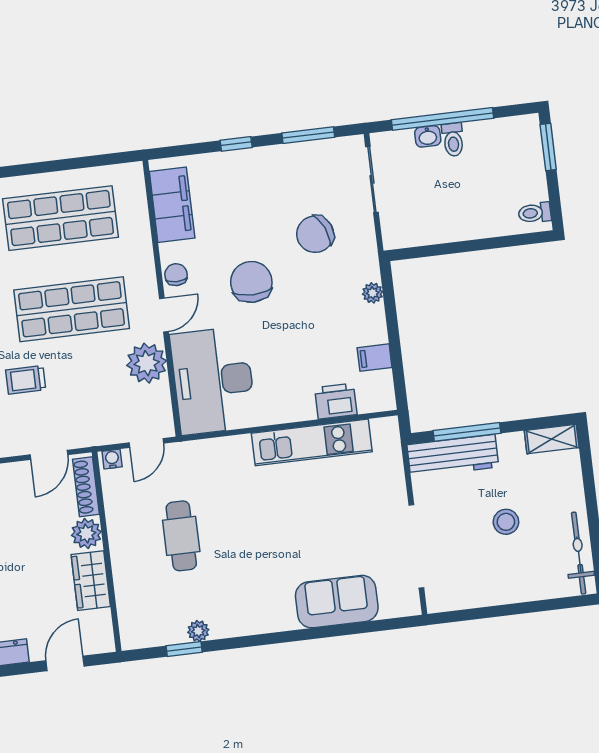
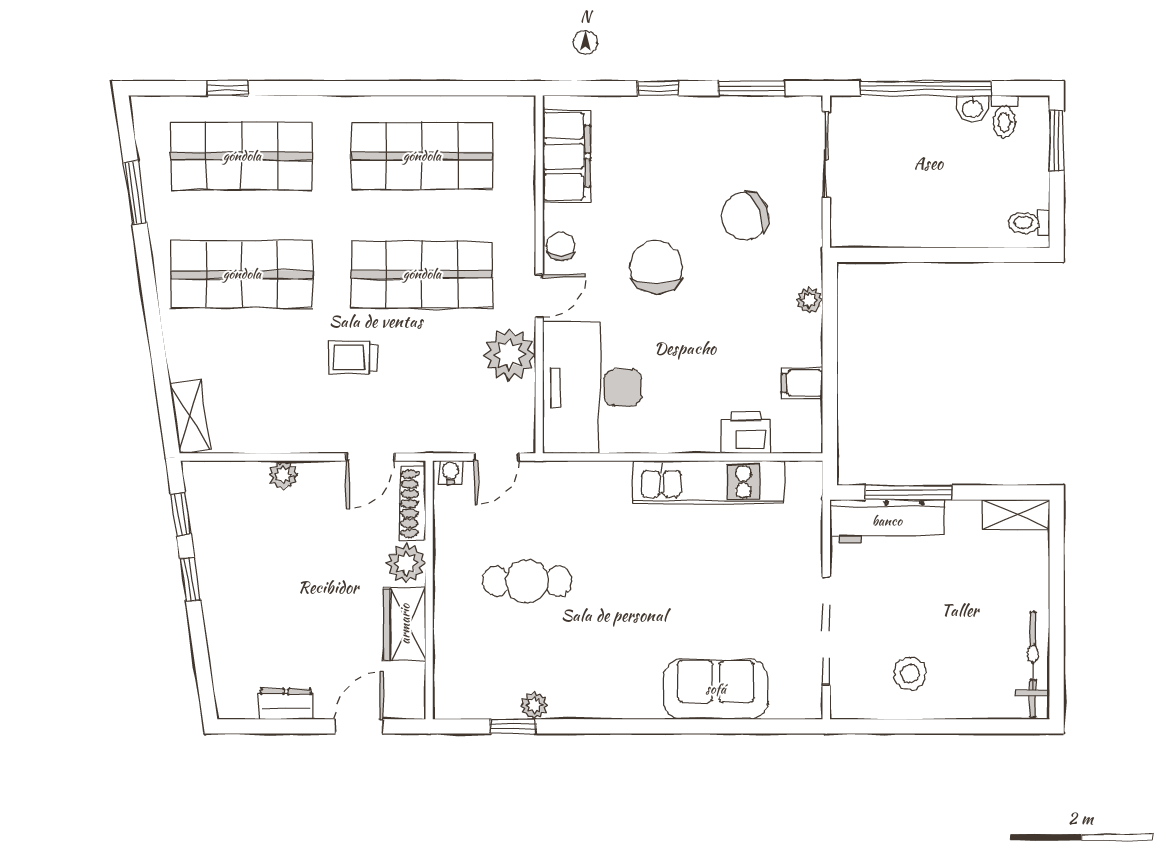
washbasin: (428, 136) -> (972, 108), moved
toilet: (453, 140) -> (1004, 116), moved
stool: (506, 522) -> (910, 673), moved
cafe table: (181, 536) -> (527, 581), turned 90

